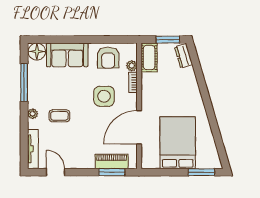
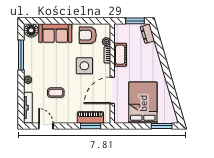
armchair: (108, 58) -> (88, 35), turned 90
cot: (149, 58) -> (120, 55), moved
coffee table: (59, 116) -> (56, 93), moved

